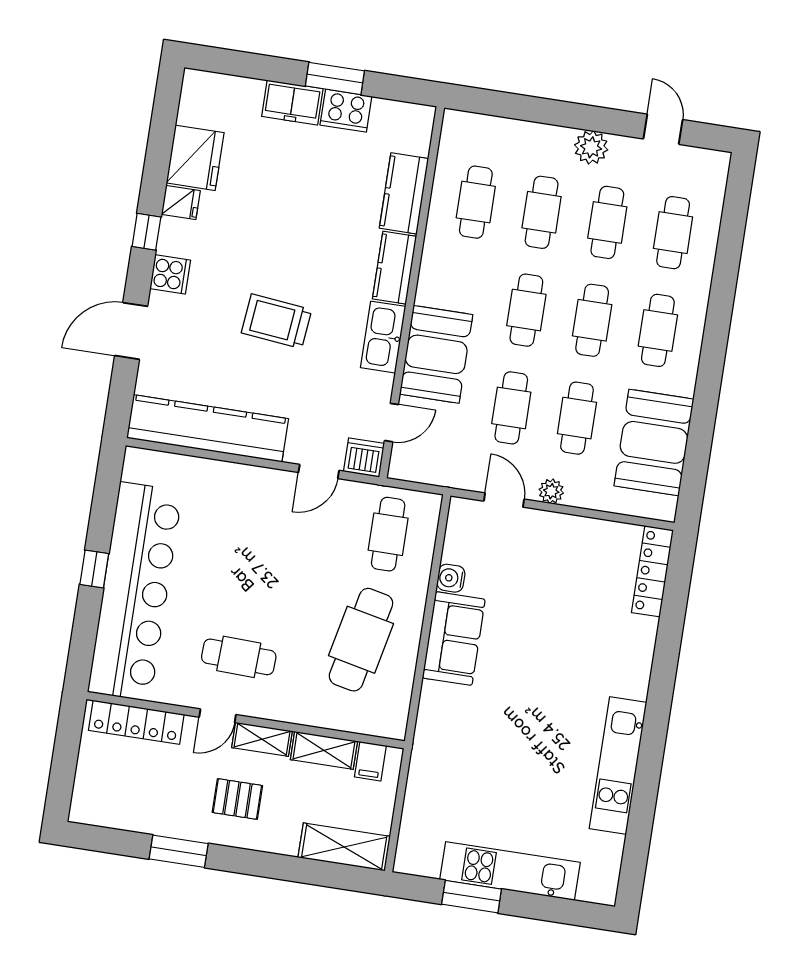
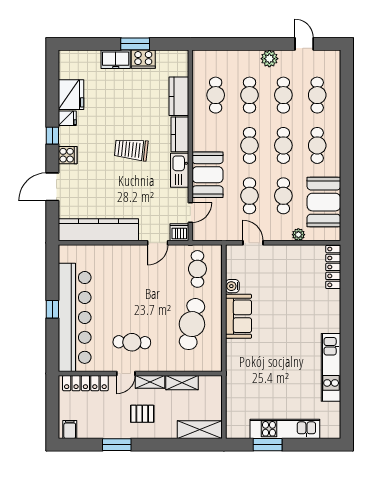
trolley: (276, 321) -> (131, 150), moved
plant: (551, 491) -> (298, 235), moved
filing cabinet: (370, 761) -> (70, 429), moved, turned 180

